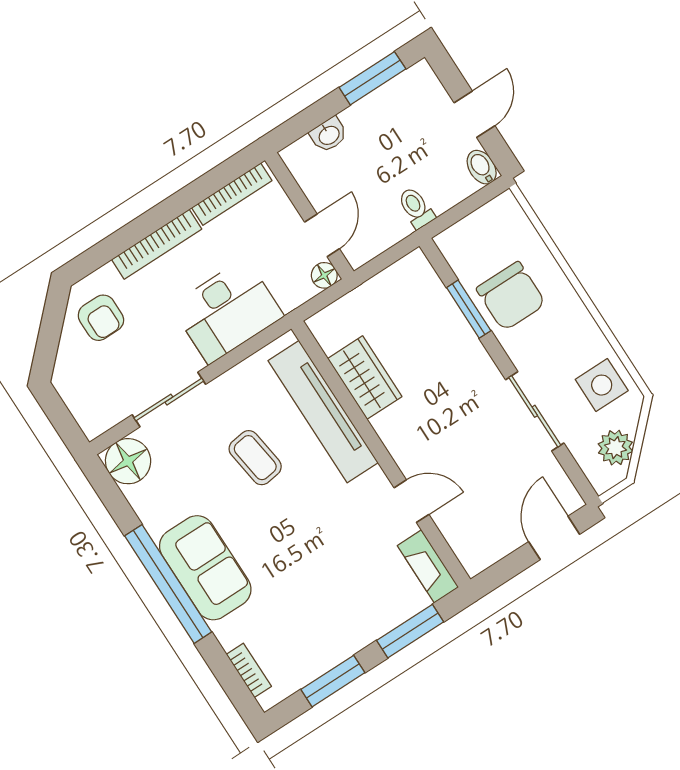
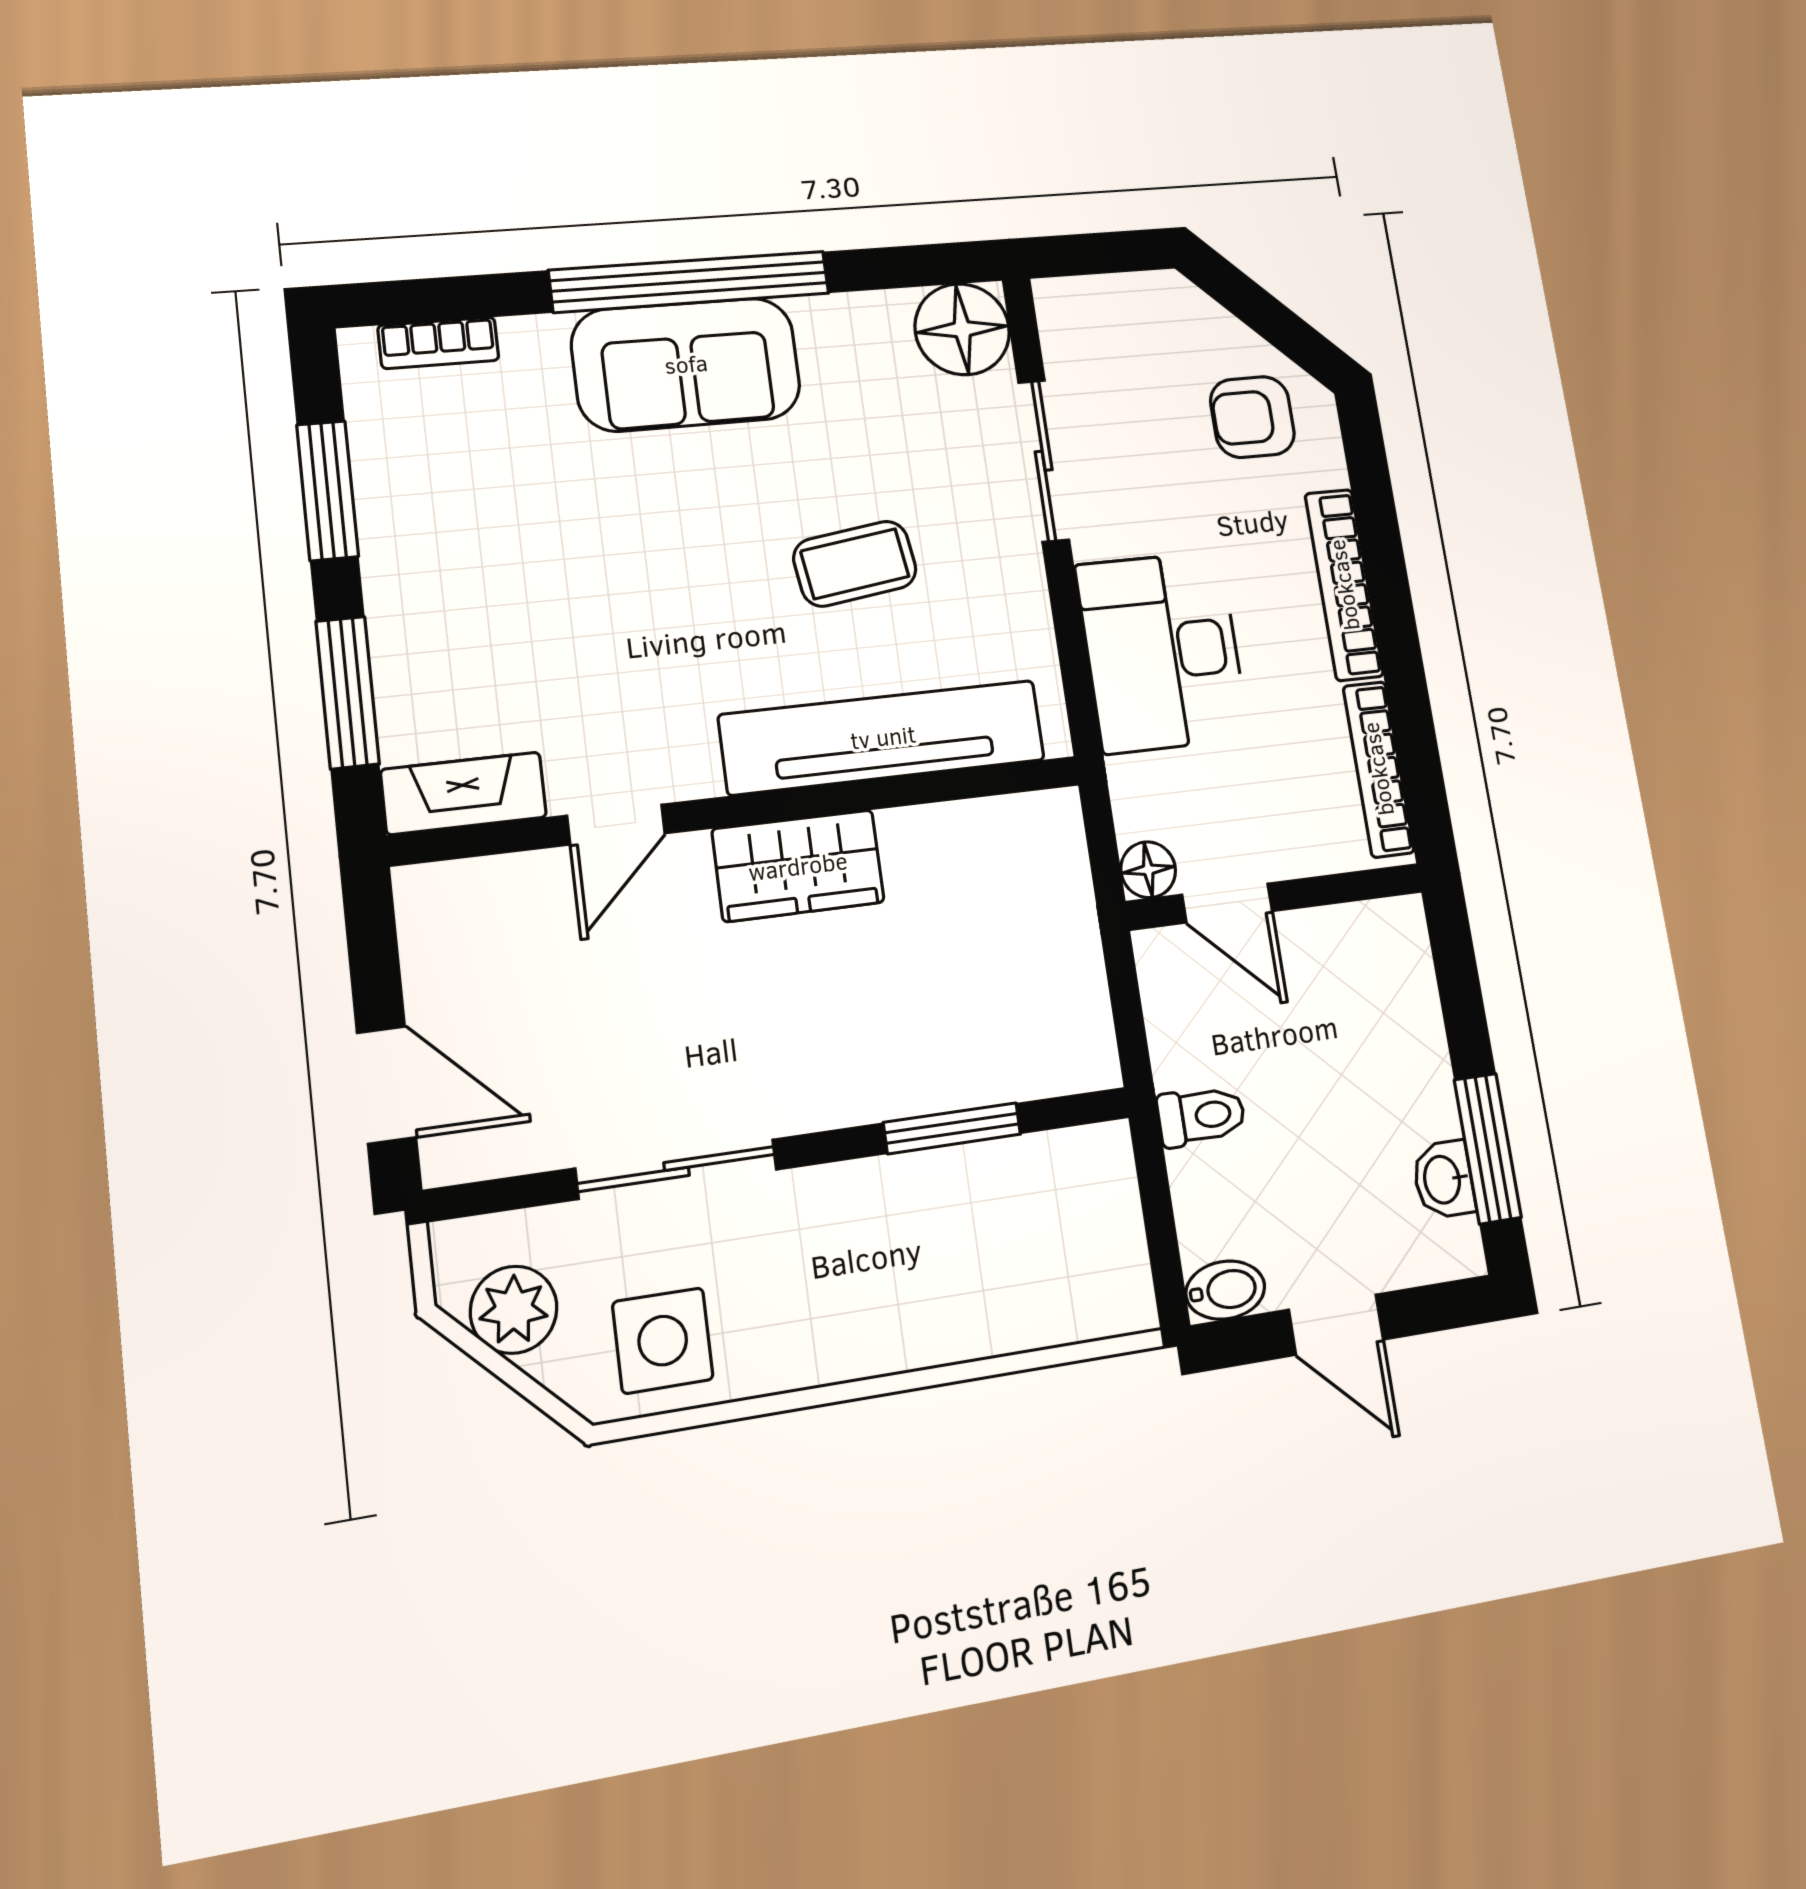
washbasin: (329, 135) -> (1444, 1179), moved
chair: (511, 296) -> (939, 1230), removed
wardrobe: (365, 378) -> (798, 866), moved

